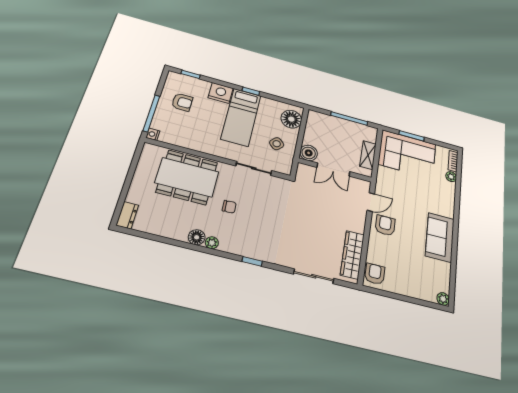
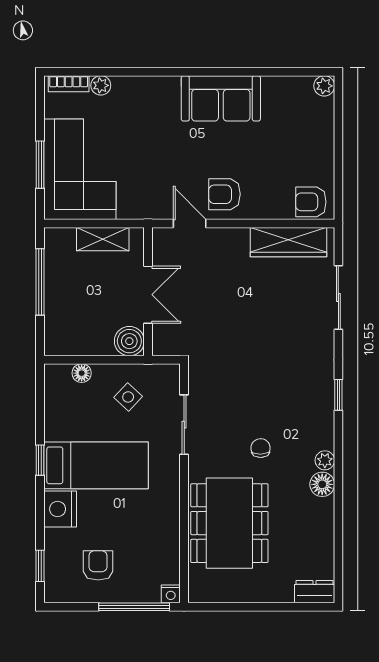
floor lamp: (291, 119) -> (82, 373), width x0.53, depth x0.53

